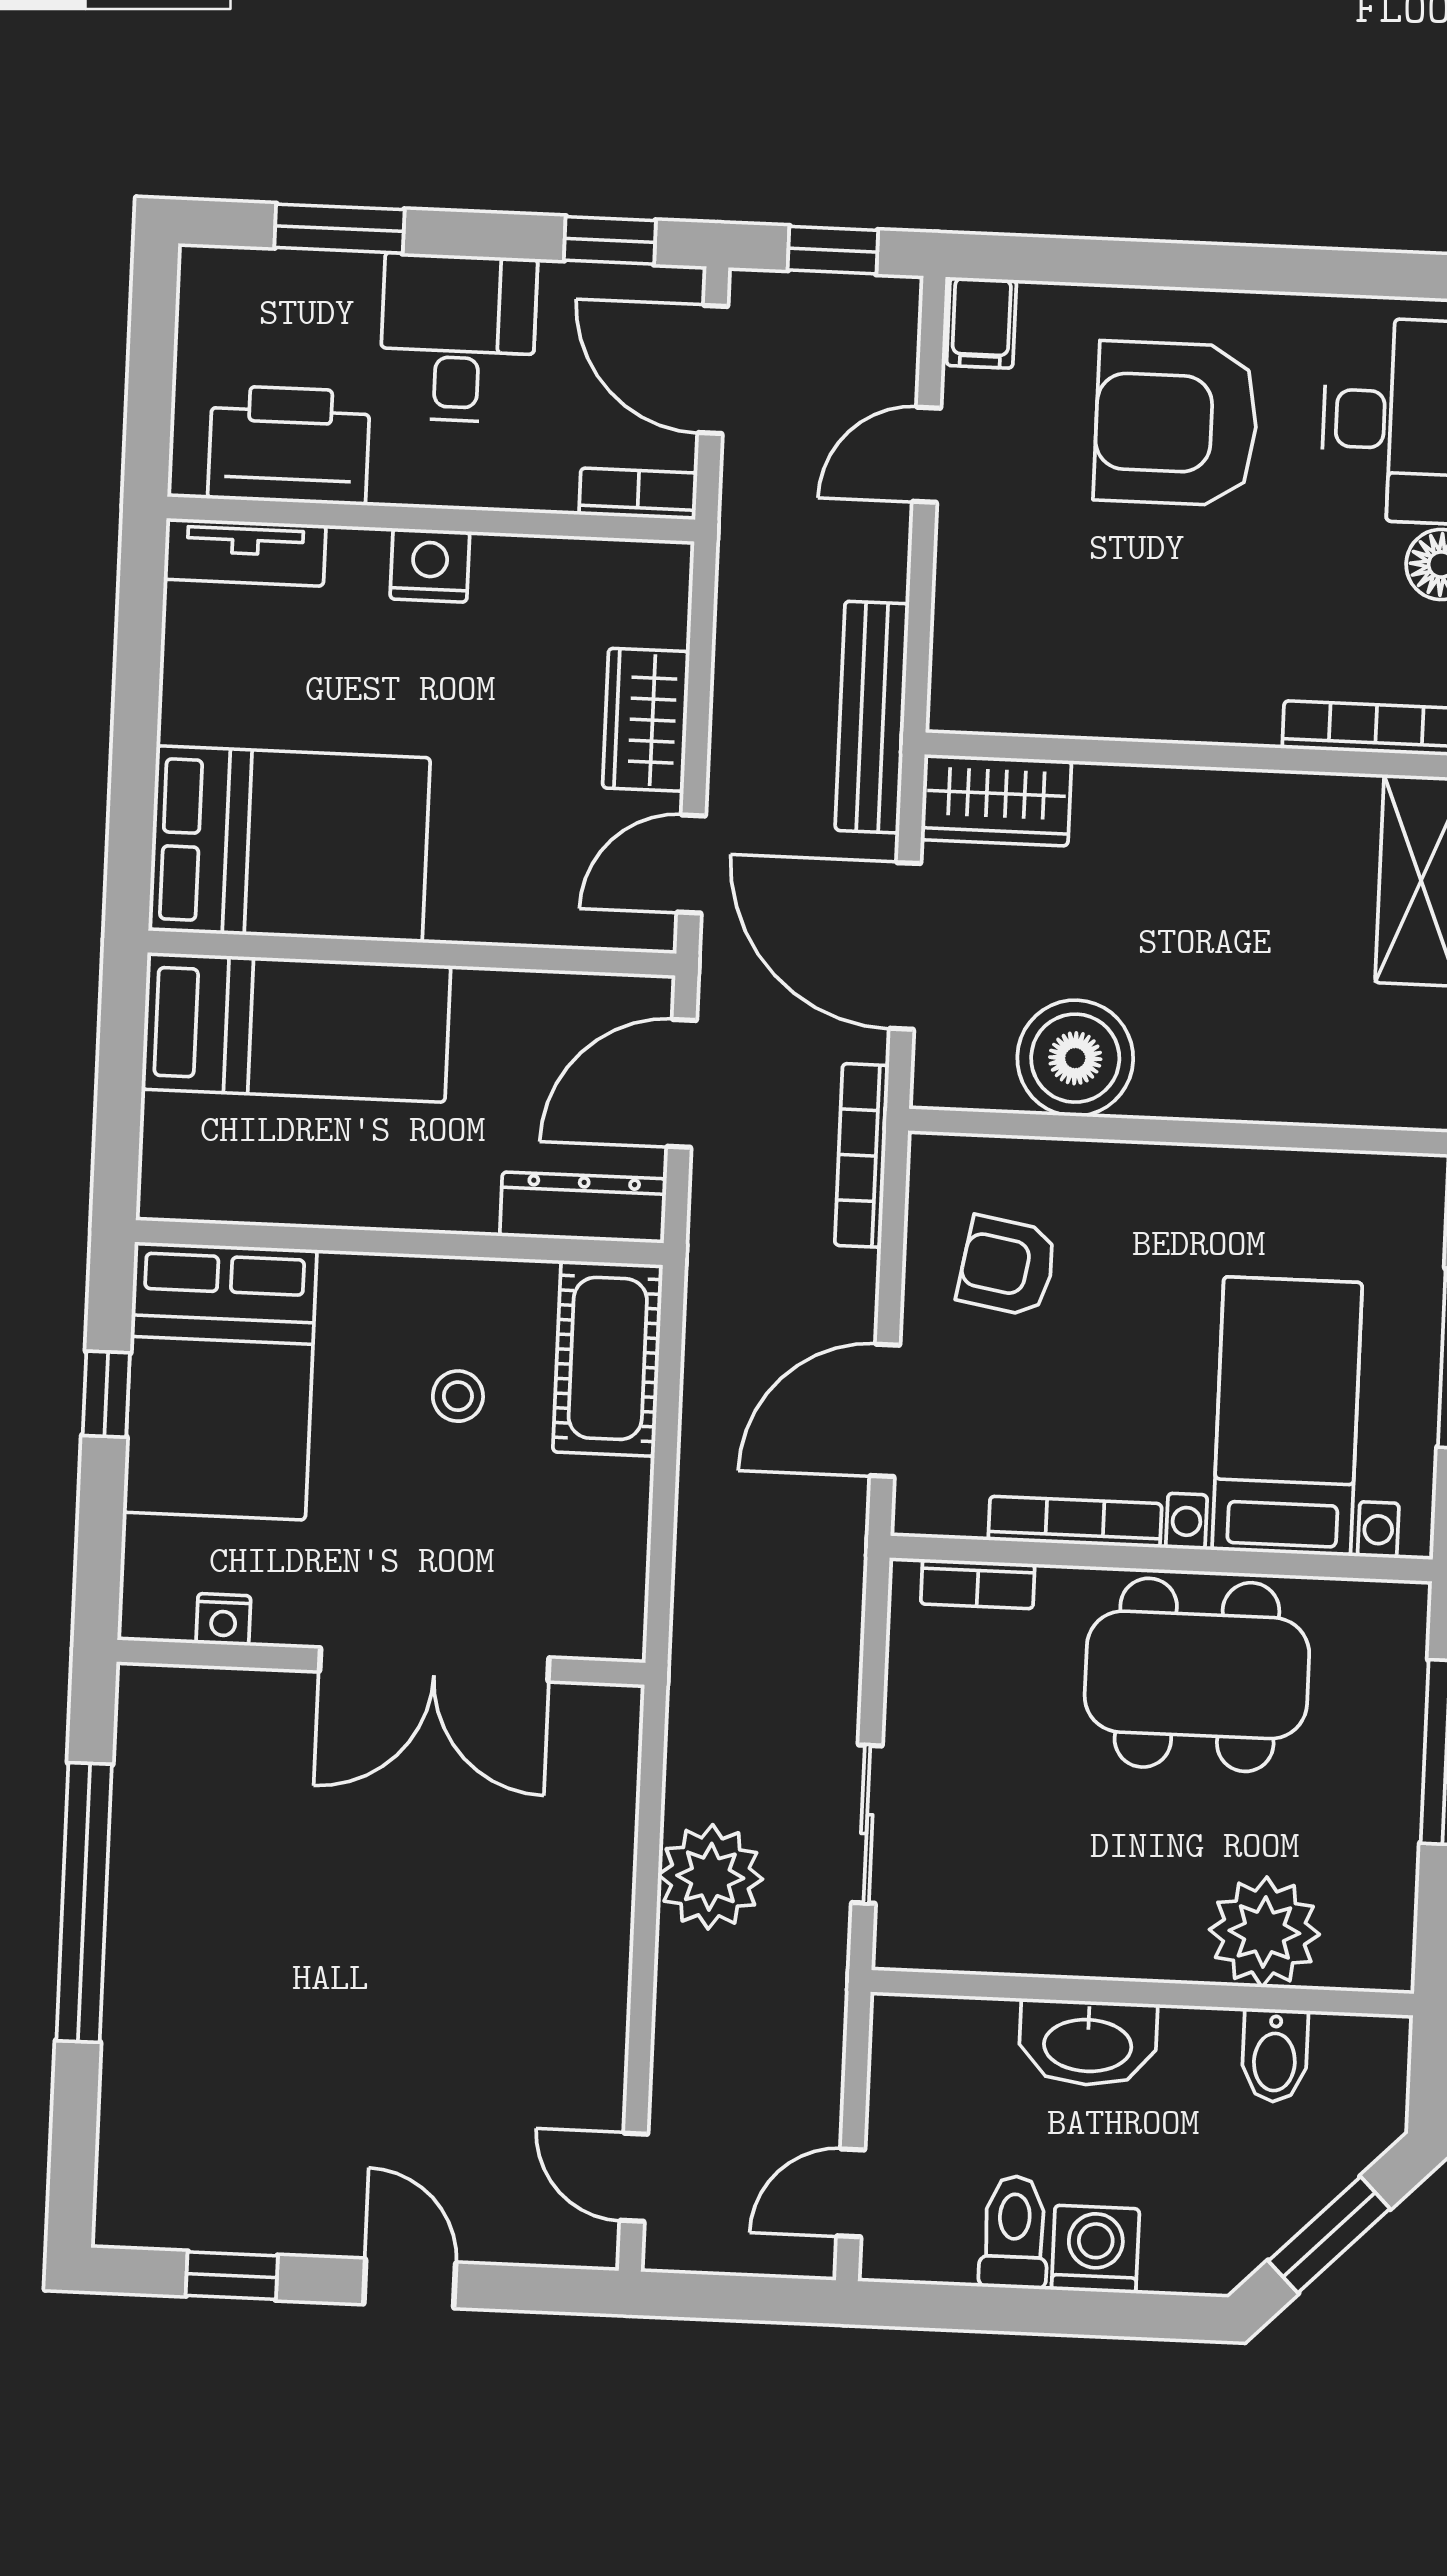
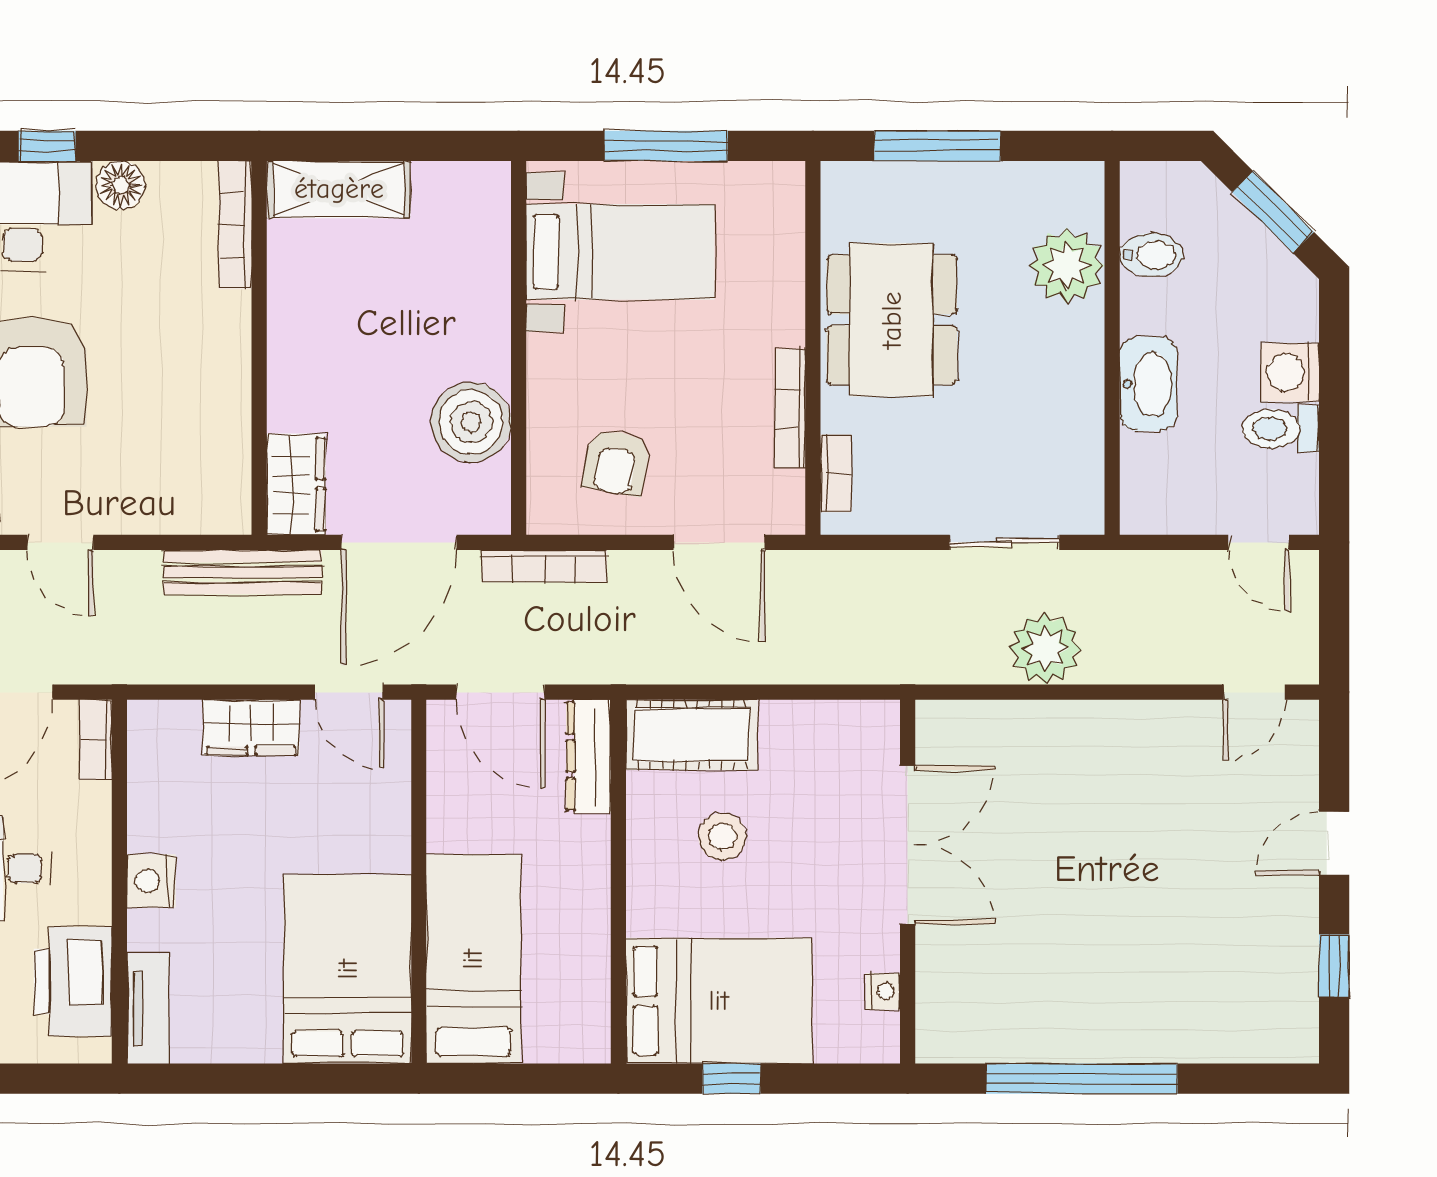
stool: (458, 1396) -> (722, 837), width x1.37, depth x1.37
bed with nightstands: (1287, 1416) -> (620, 252), moved, turned 180

